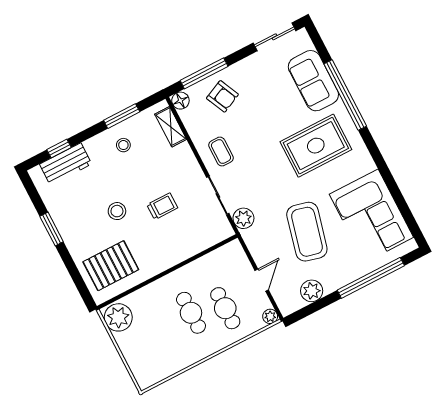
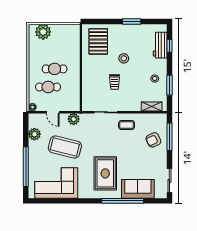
floor lamp: (180, 101) -> (162, 118), removed
plant: (243, 218) -> (74, 119), moved
plant: (118, 317) -> (43, 32), moved

